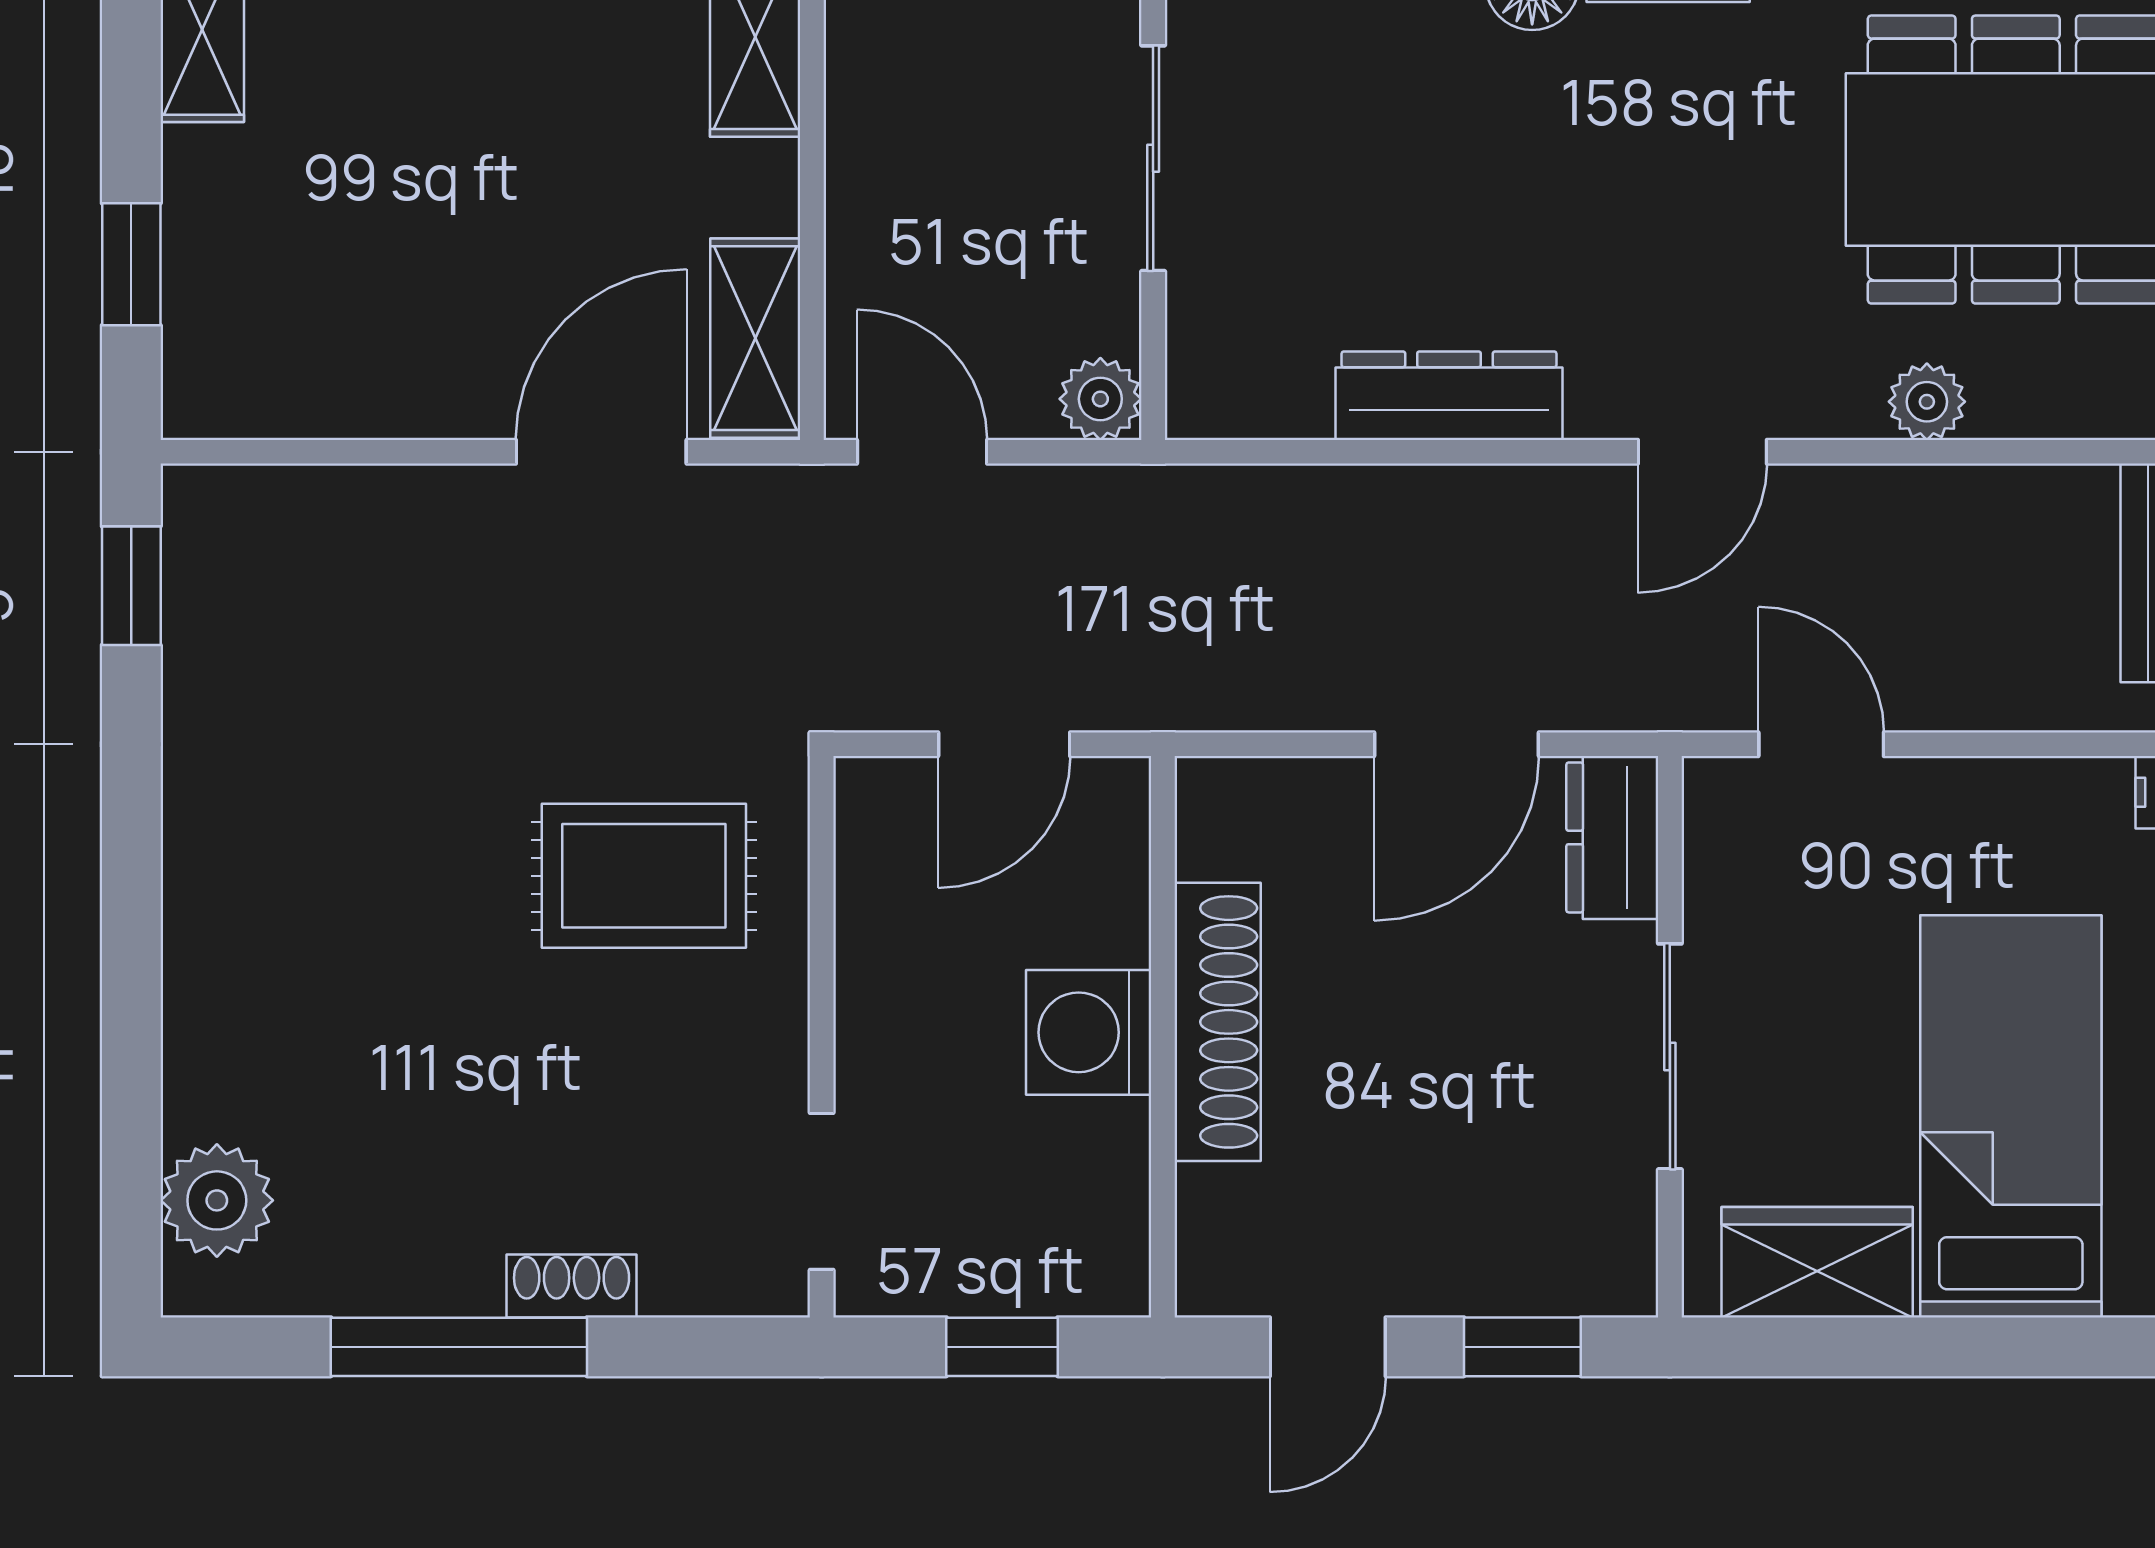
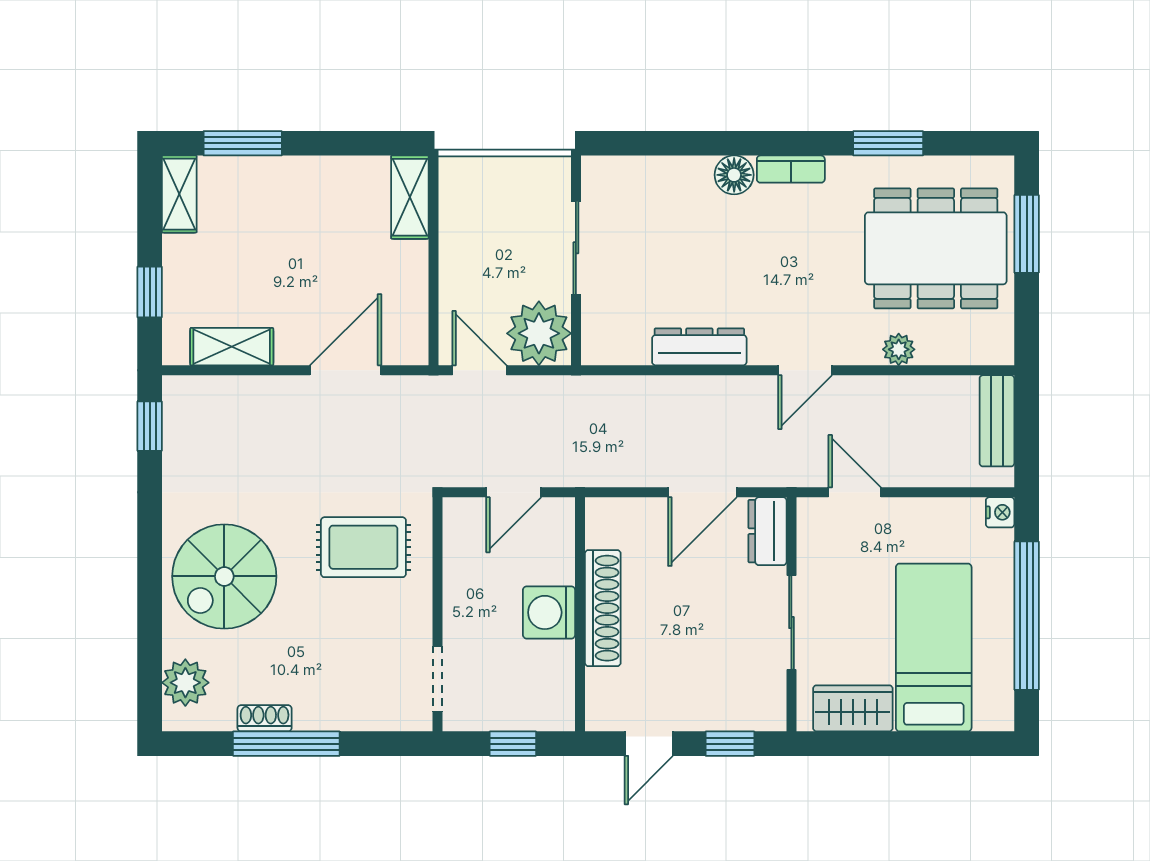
shelving: (755, 338) -> (232, 347), moved, turned 90
plant: (1100, 399) -> (539, 333), width x1.87, depth x1.87
spiral stairs: (310, 946) -> (224, 576), added
shoe rack: (572, 1286) -> (265, 718), moved

